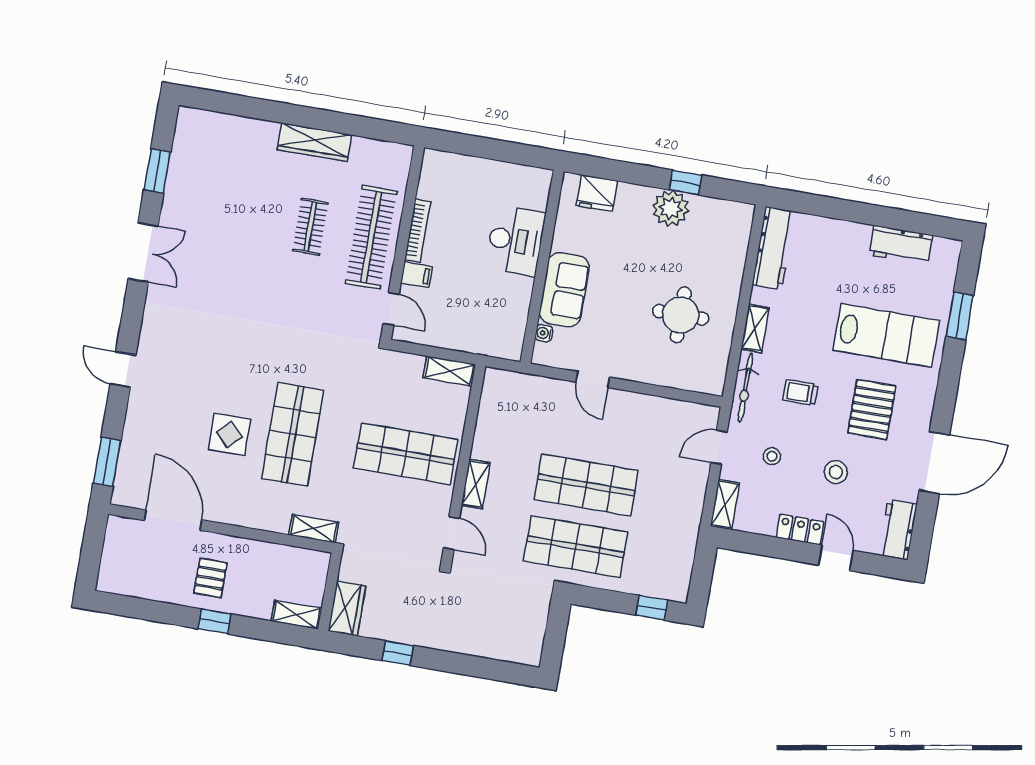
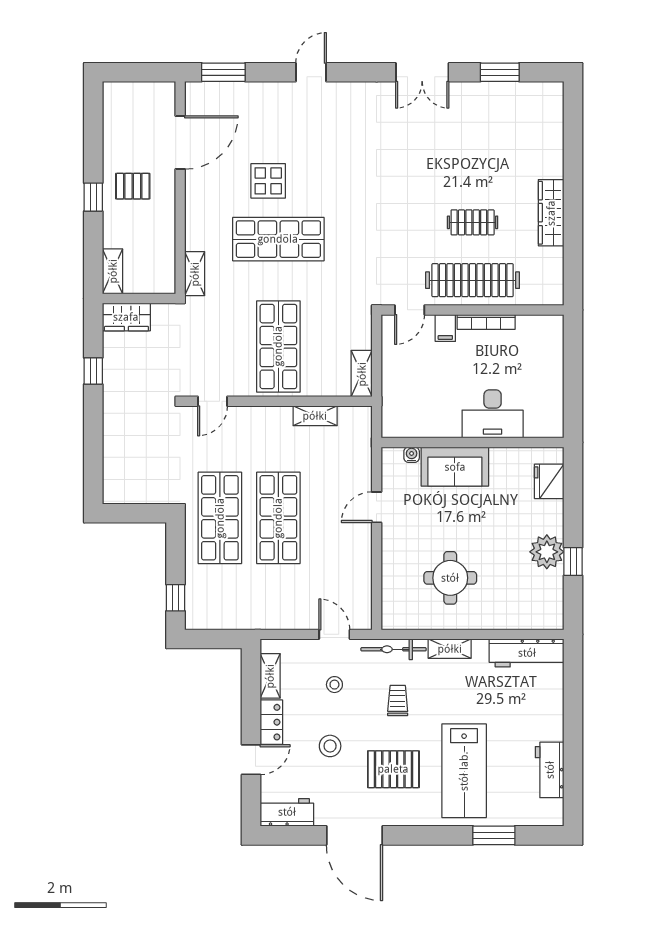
shelving: (476, 484) -> (315, 416), moved
shelving: (725, 505) -> (270, 676), moved, turned 90

